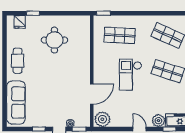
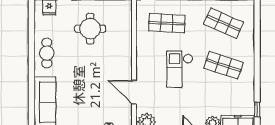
door: (92, 94) -> (134, 92), swing flipped

